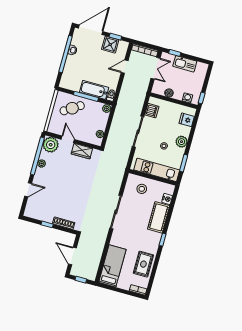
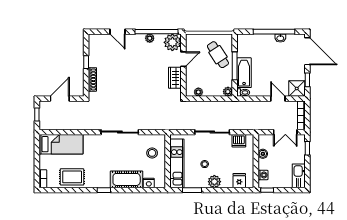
shower: (110, 45) -> (297, 88), moved
kitchen sink: (185, 64) -> (299, 176), moved

